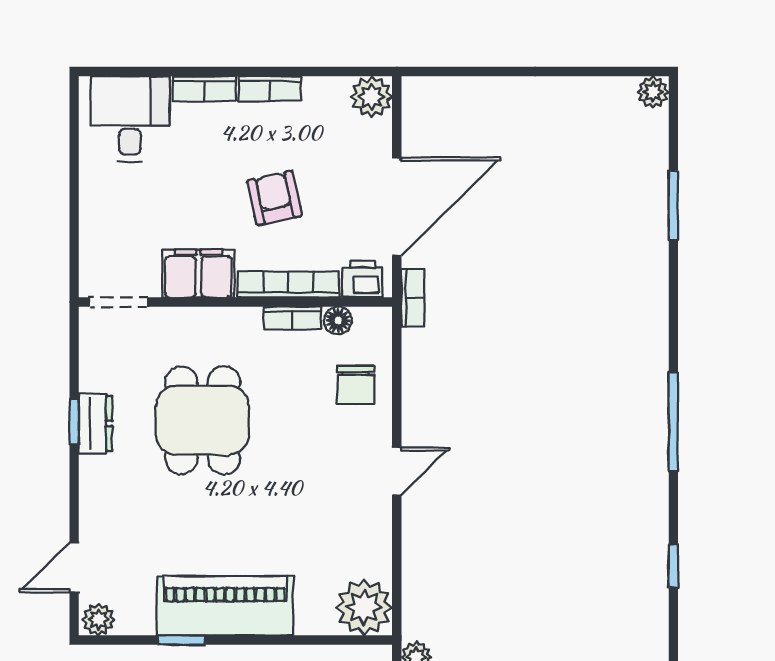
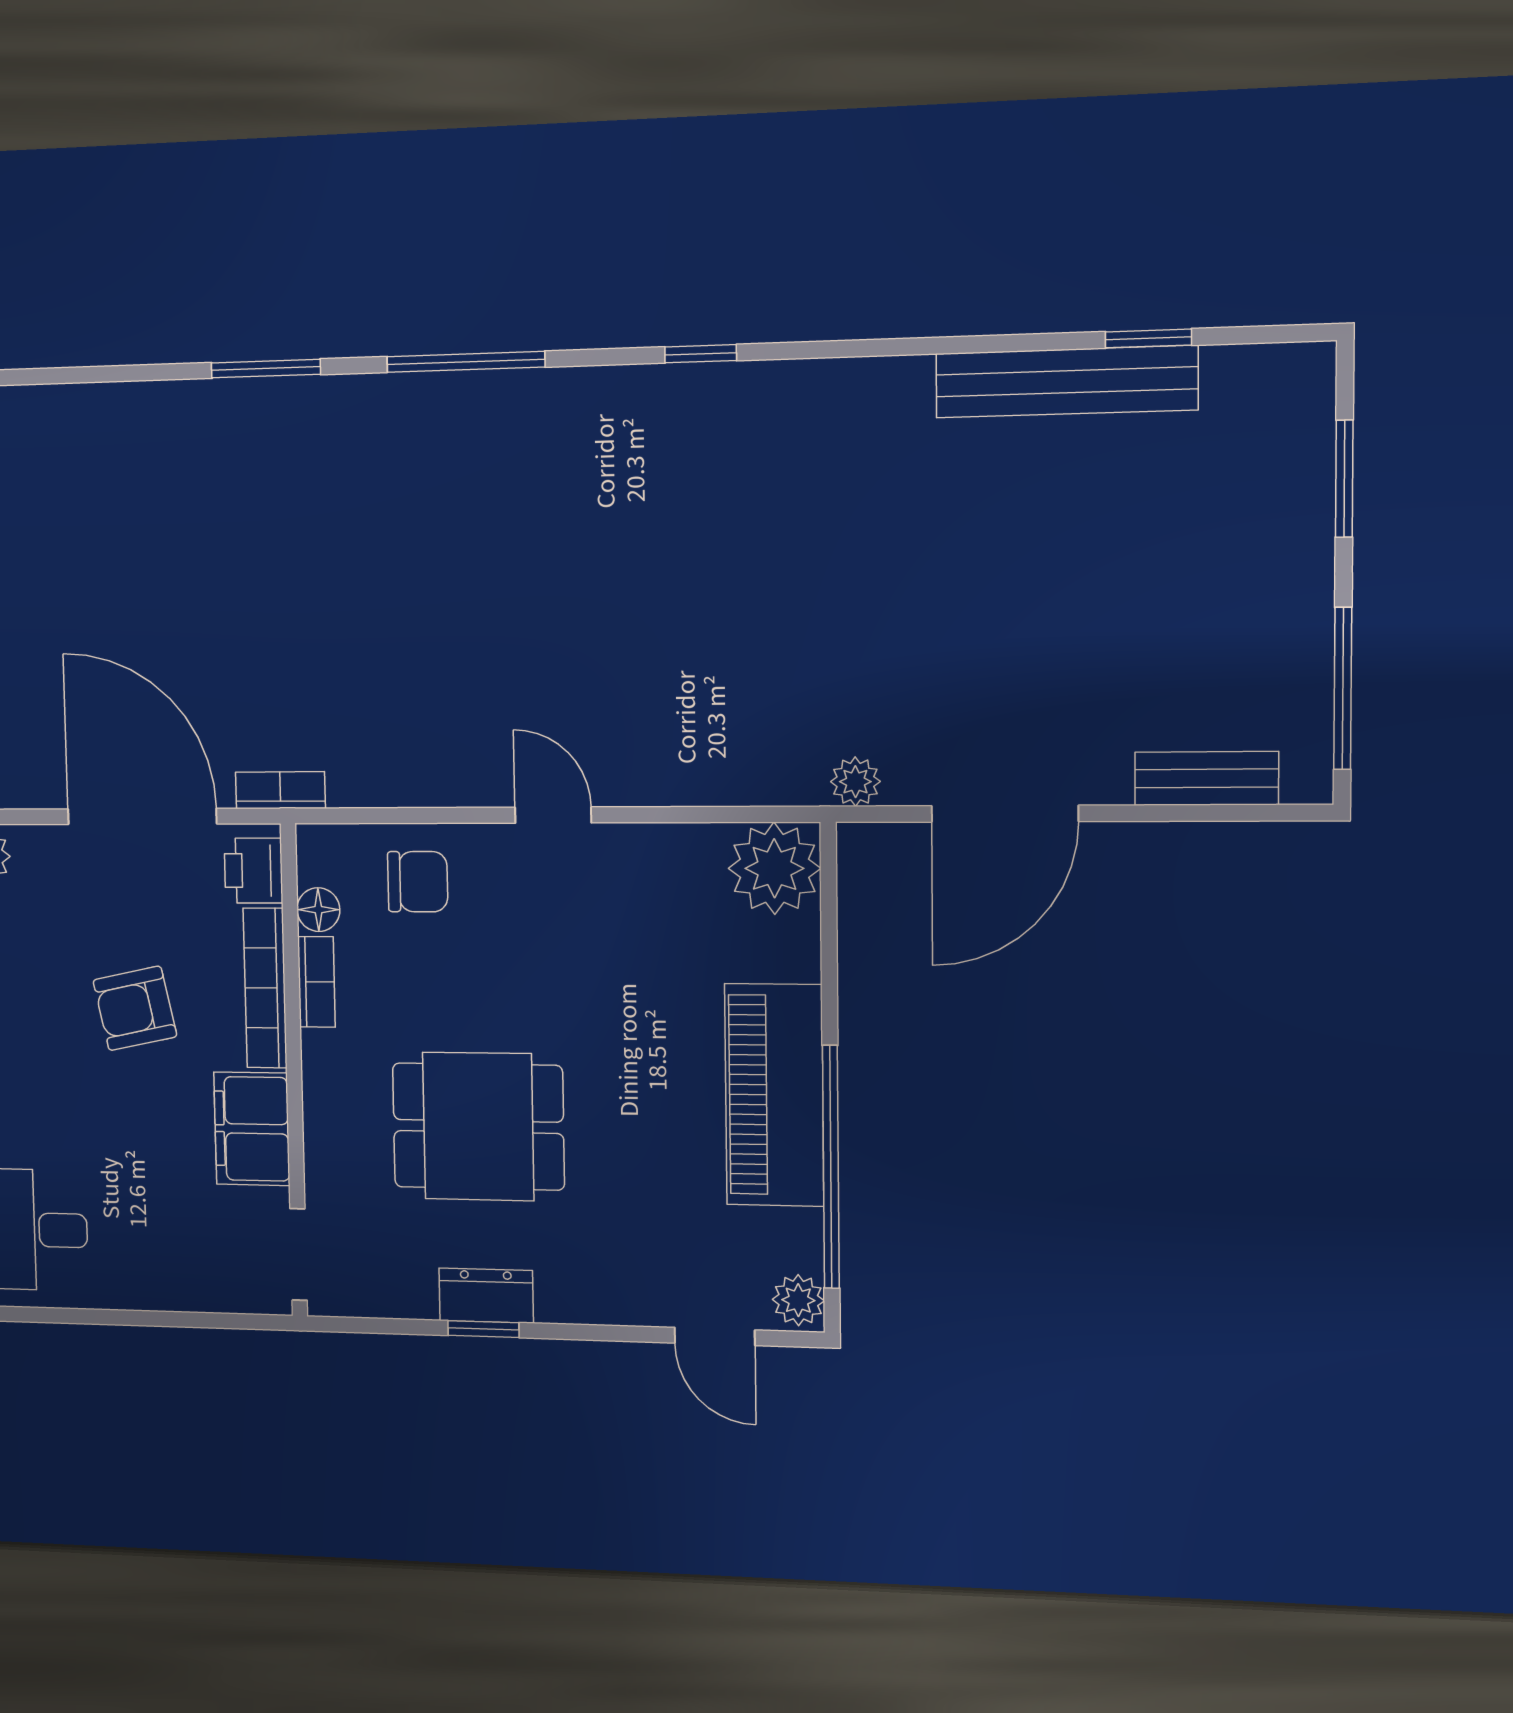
window: (673, 205) -> (266, 369), moved
window: (181, 640) -> (831, 1167), width x3.17

